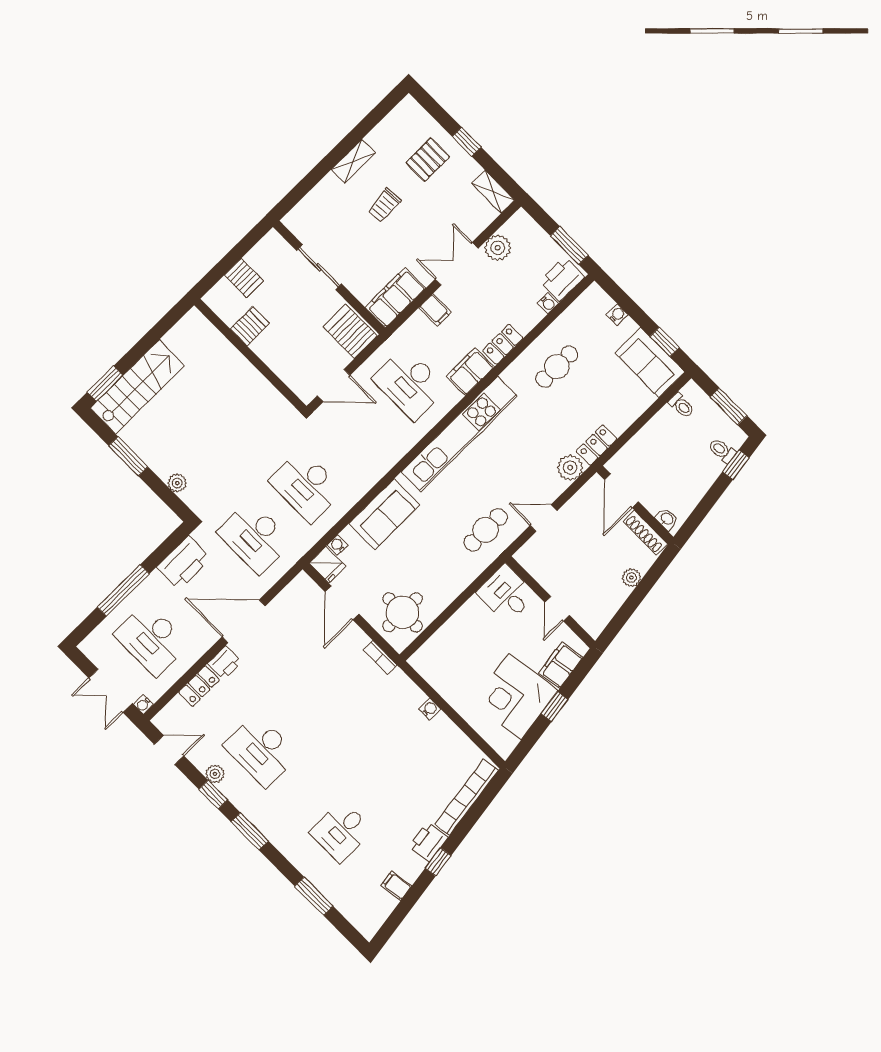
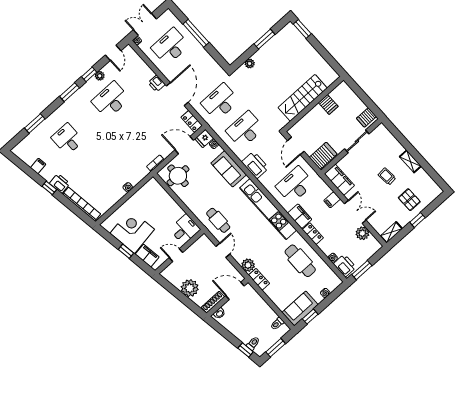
server rack: (244, 278) -> (366, 117), moved
cafe table: (557, 367) -> (300, 261), width x1.37, depth x1.35
stairs: (137, 387) -> (303, 98), moved, turned 90
printer: (184, 563) -> (255, 165), moved, turned 180
plant: (631, 578) -> (190, 288), width x1.87, depth x1.87
locker: (199, 686) -> (192, 121), moved

